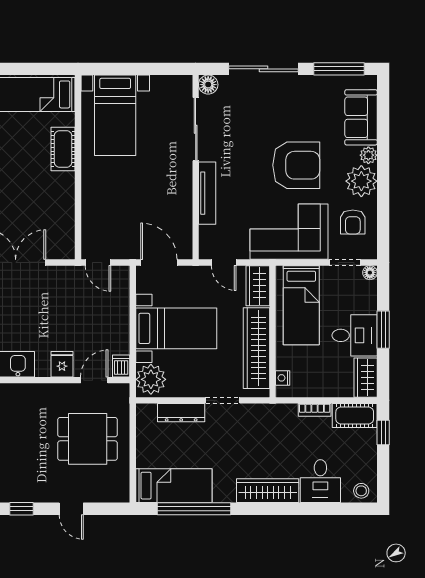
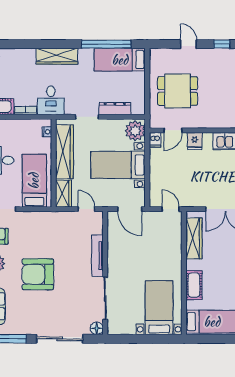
wardrobe: (63, 219) -> (194, 238), added
corner sofa: (289, 232) -> (43, 230), removed
desk: (320, 481) -> (51, 100), moved, turned 180

